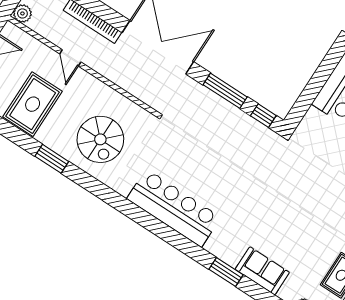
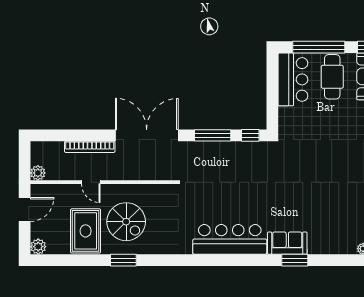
spiral stairs: (100, 139) -> (126, 222), moved
sofa: (262, 271) -> (287, 243), moved

